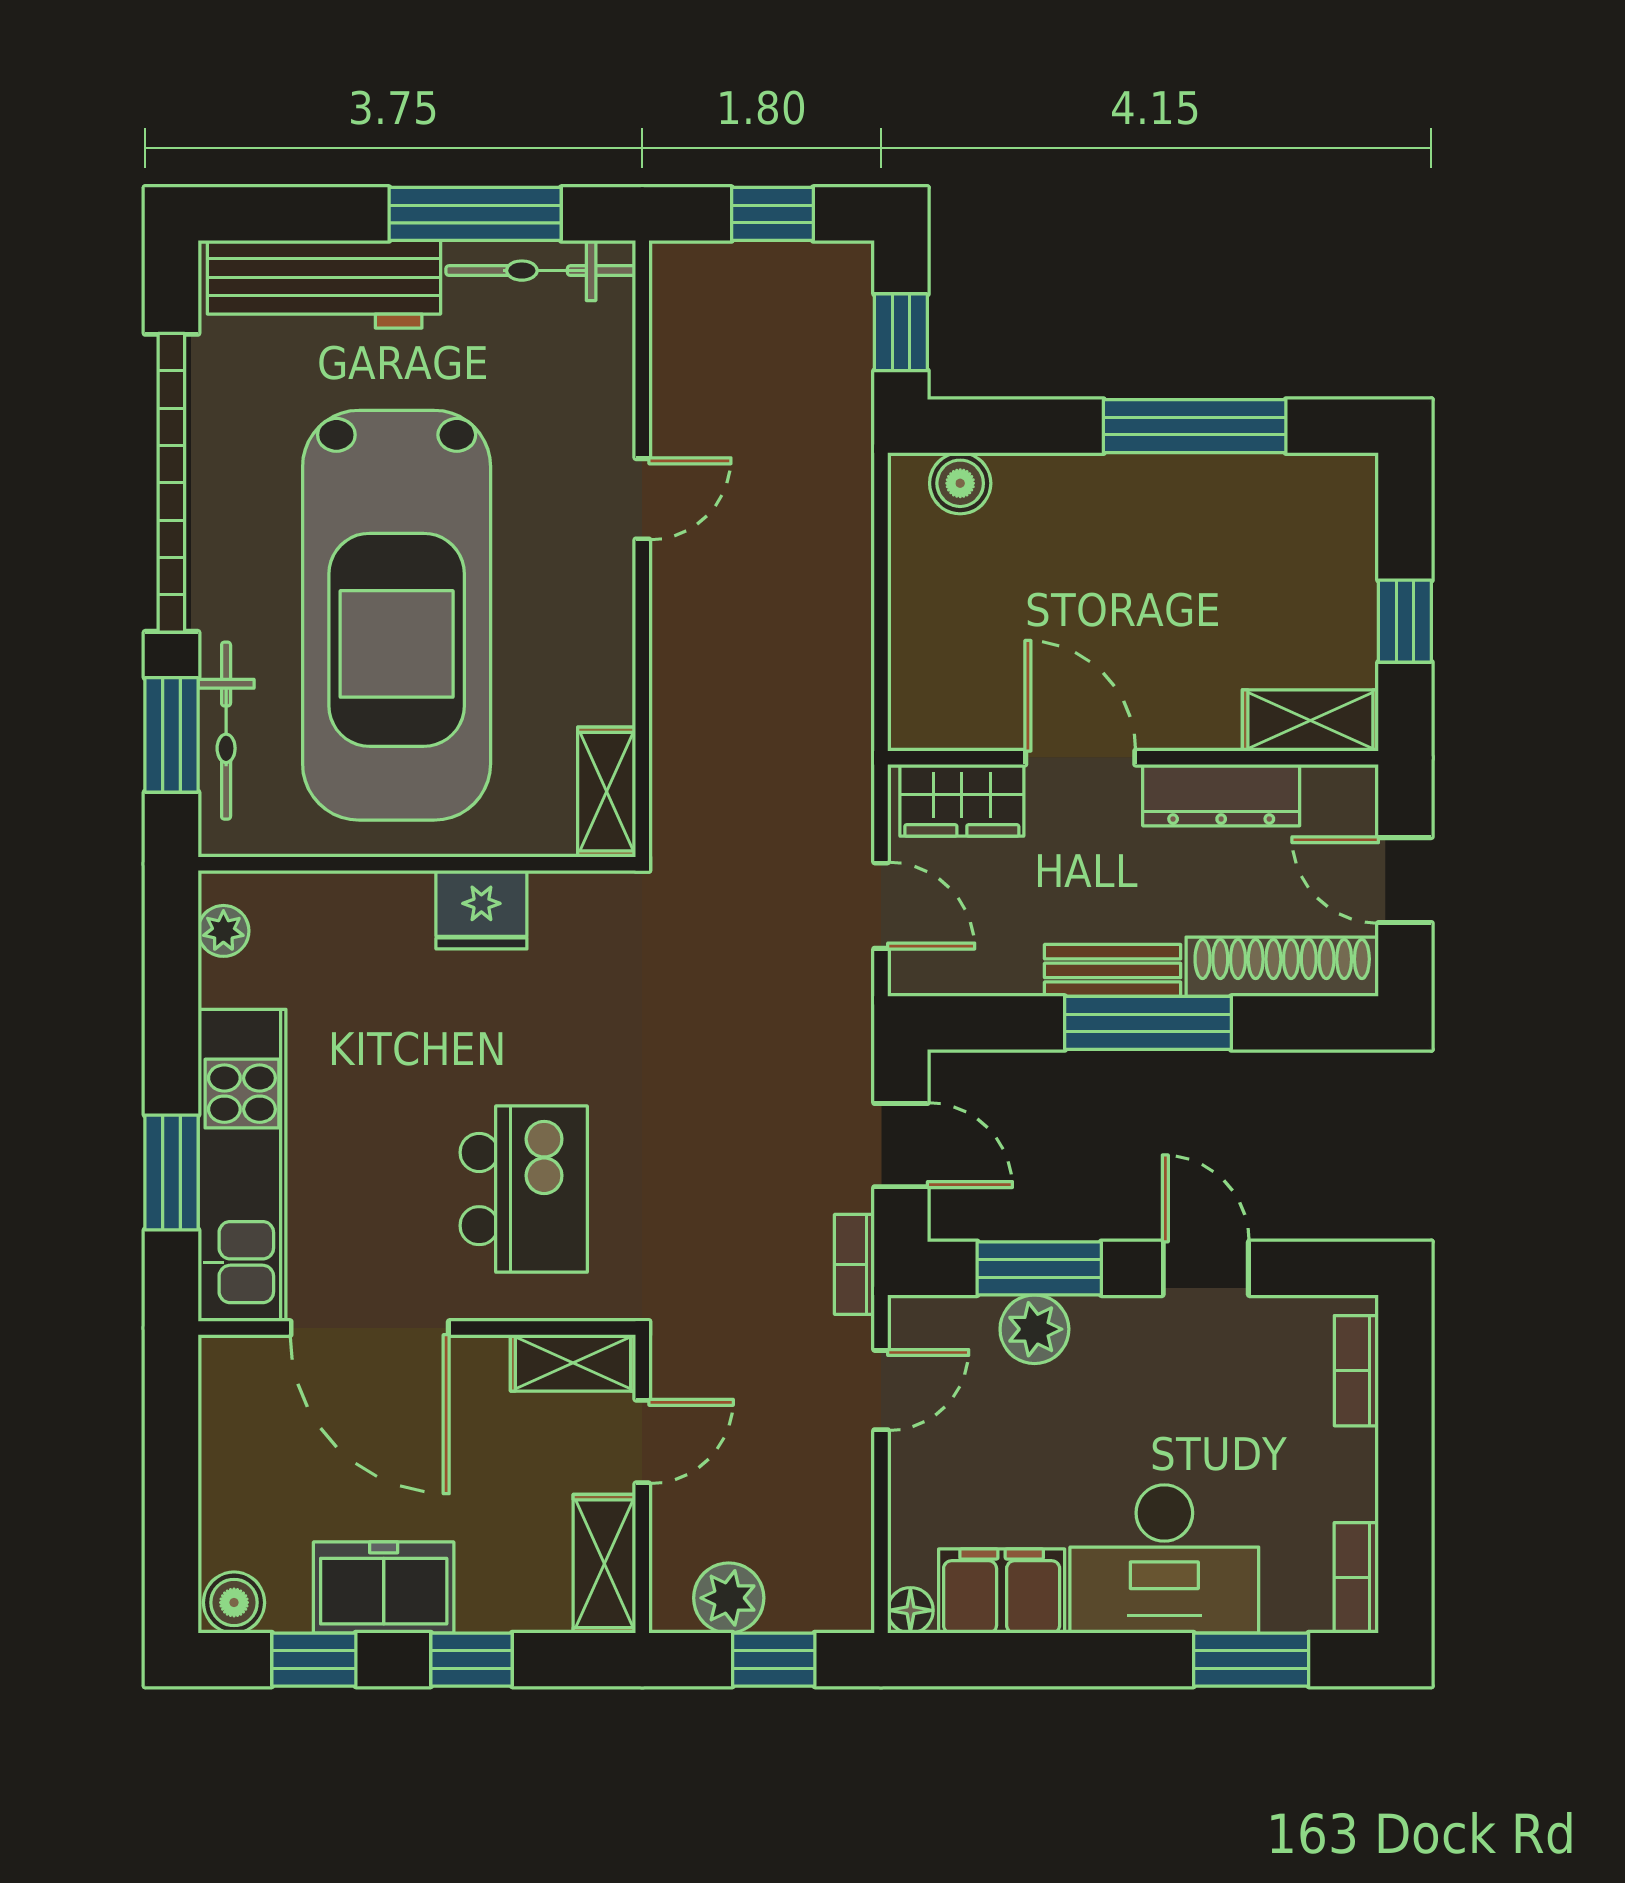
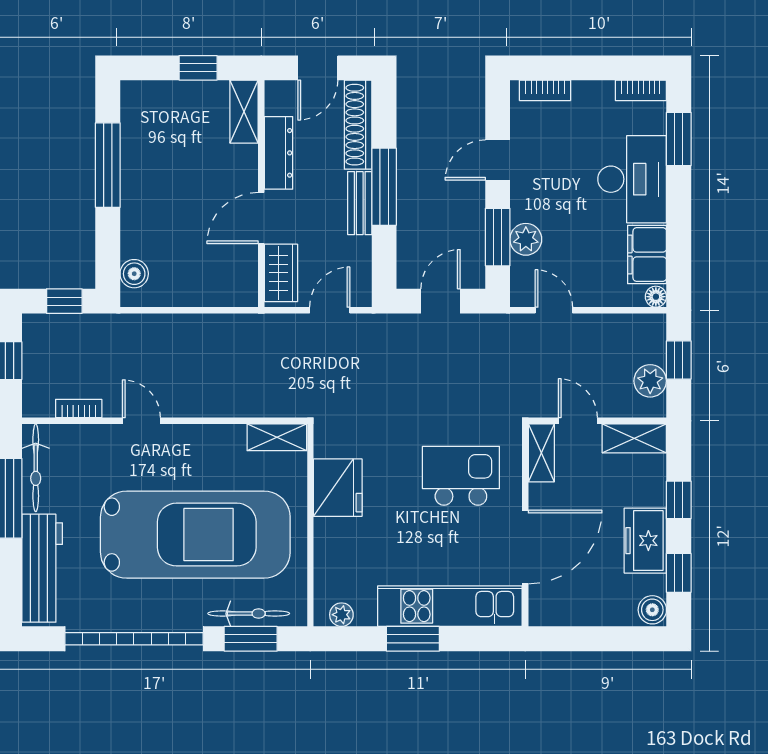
fridge: (481, 910) -> (338, 488), width x1.36, depth x1.34
window: (171, 1172) -> (413, 639), moved
bookcase: (854, 1264) -> (79, 409), moved, turned 180

